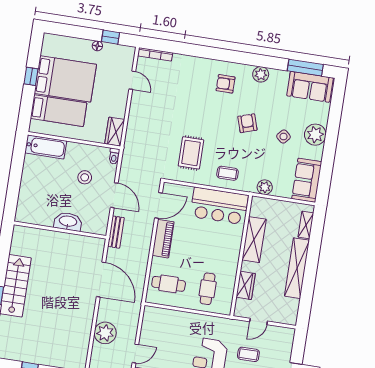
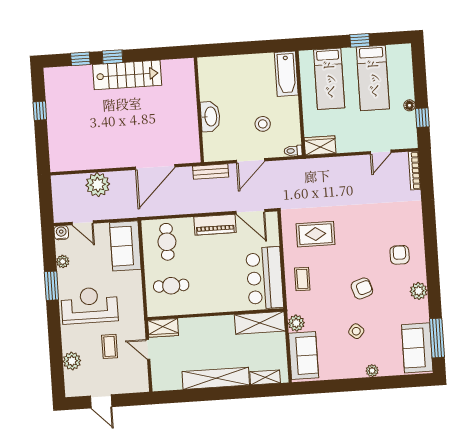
bed: (65, 79) -> (373, 78), width x0.67
plant: (315, 135) -> (372, 371), width x0.53, depth x0.53
sofa: (307, 180) -> (304, 356), moved, turned 90
shelving: (254, 240) -> (260, 323), moved
wardrobe: (246, 285) -> (163, 328), moved
sofa: (164, 321) -> (125, 246), added

